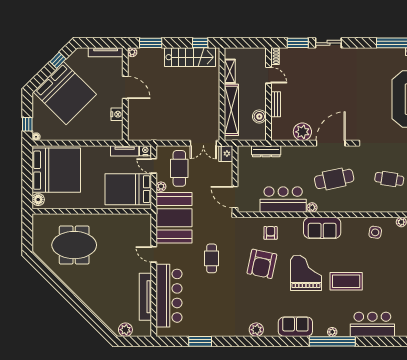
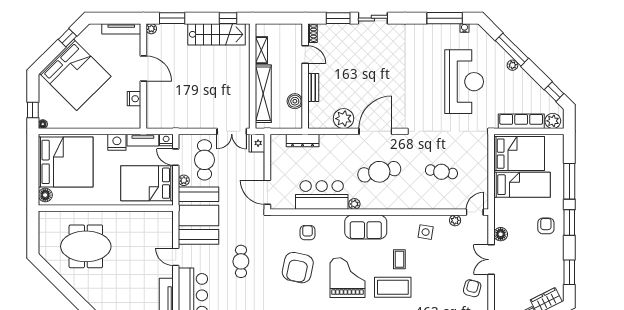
nightstand: (102, 153) -> (117, 142), added
coffee table: (352, 256) -> (399, 259), added

